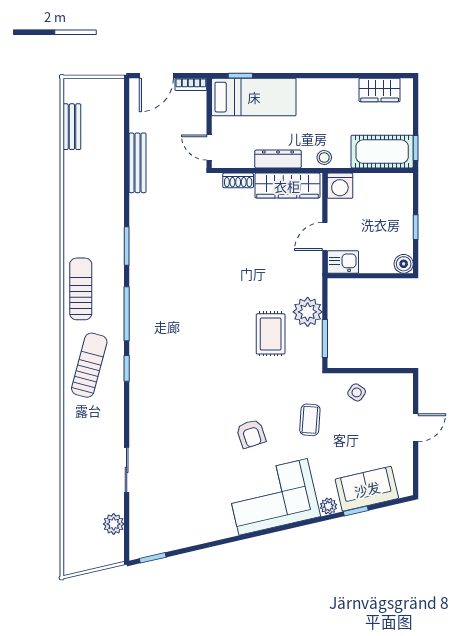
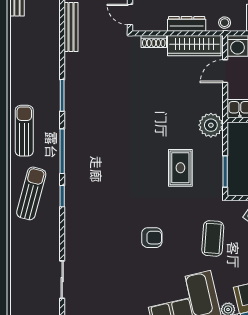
door: (325, 237) -> (225, 71), moved
plant: (308, 312) -> (211, 125), moved
coffee table: (310, 420) -> (213, 238), width x1.36, depth x1.30
armchair: (251, 434) -> (152, 238), moved, turned -72

